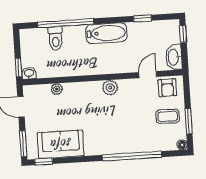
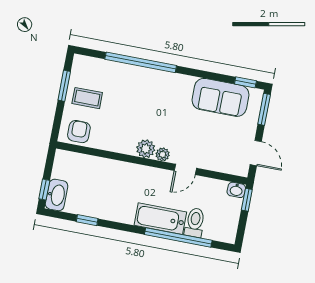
bathtub: (106, 33) -> (160, 219), moved
washbasin: (174, 57) -> (57, 195), moved
door: (148, 75) -> (185, 169), moved
plant: (57, 89) -> (163, 154), moved
floor lamp: (182, 145) -> (79, 60), removed

